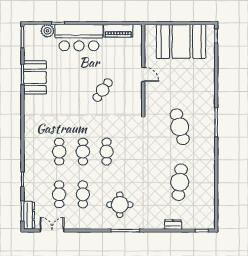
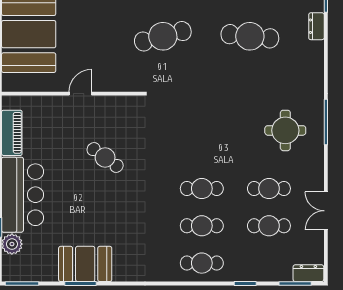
cafe table: (107, 152) -> (202, 263), moved
dresser: (29, 215) -> (308, 273), width x0.70
dresser: (173, 225) -> (316, 26), moved
double door: (52, 231) -> (326, 211), moved

